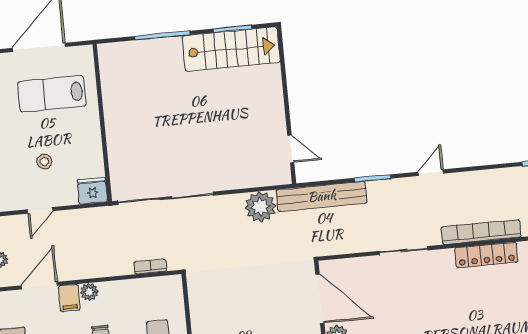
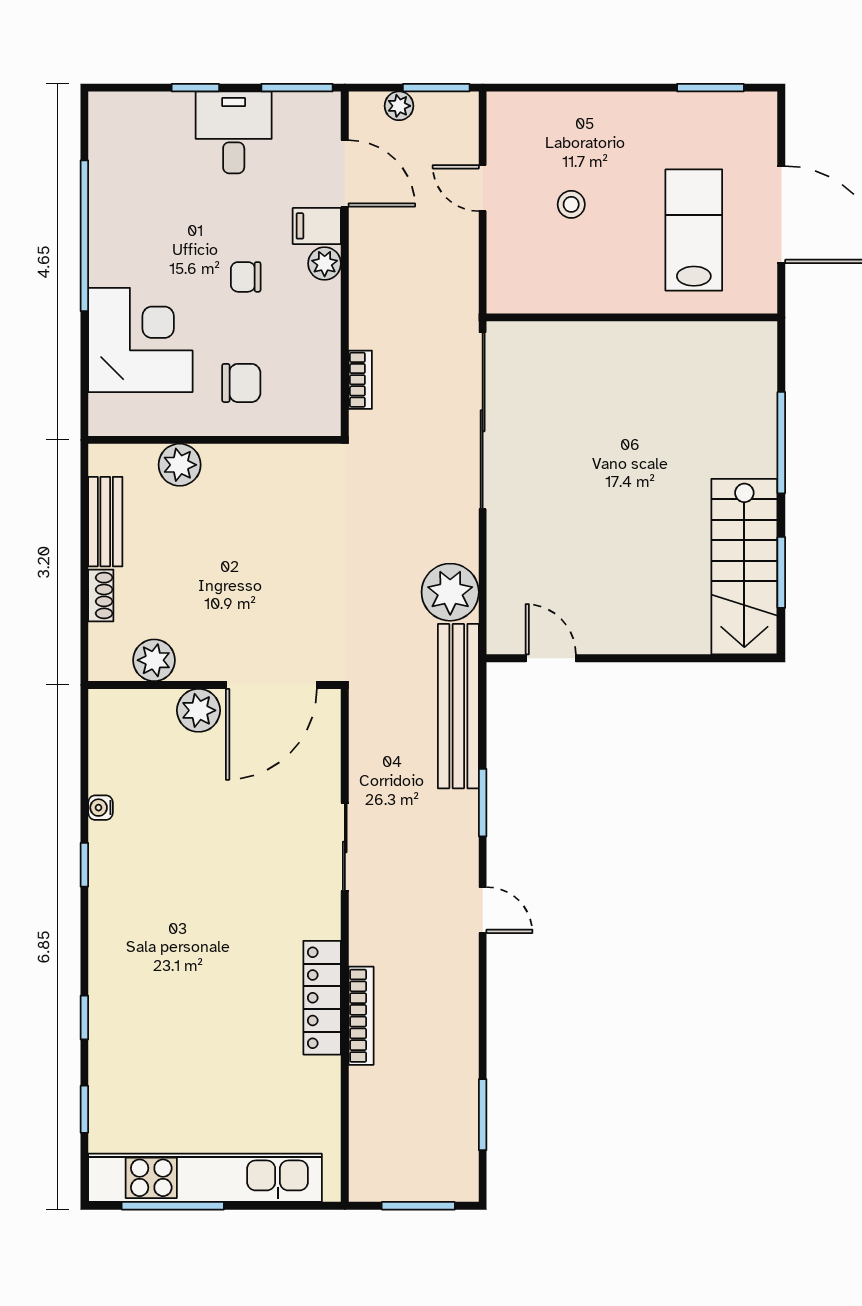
door: (291, 149) -> (551, 658), swing flipped
fridge: (92, 191) -> (509, 287), removed
bookcase: (481, 232) -> (361, 1016), width x0.68, depth x0.76

